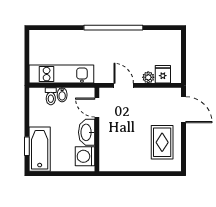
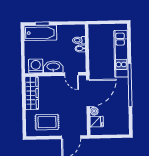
kitchen unit: (61, 74) -> (121, 54), moved, turned 180
door: (124, 85) -> (88, 93), width x1.88
door: (97, 107) -> (71, 74), swing flipped
wardrobe: (122, 162) -> (32, 93), added

